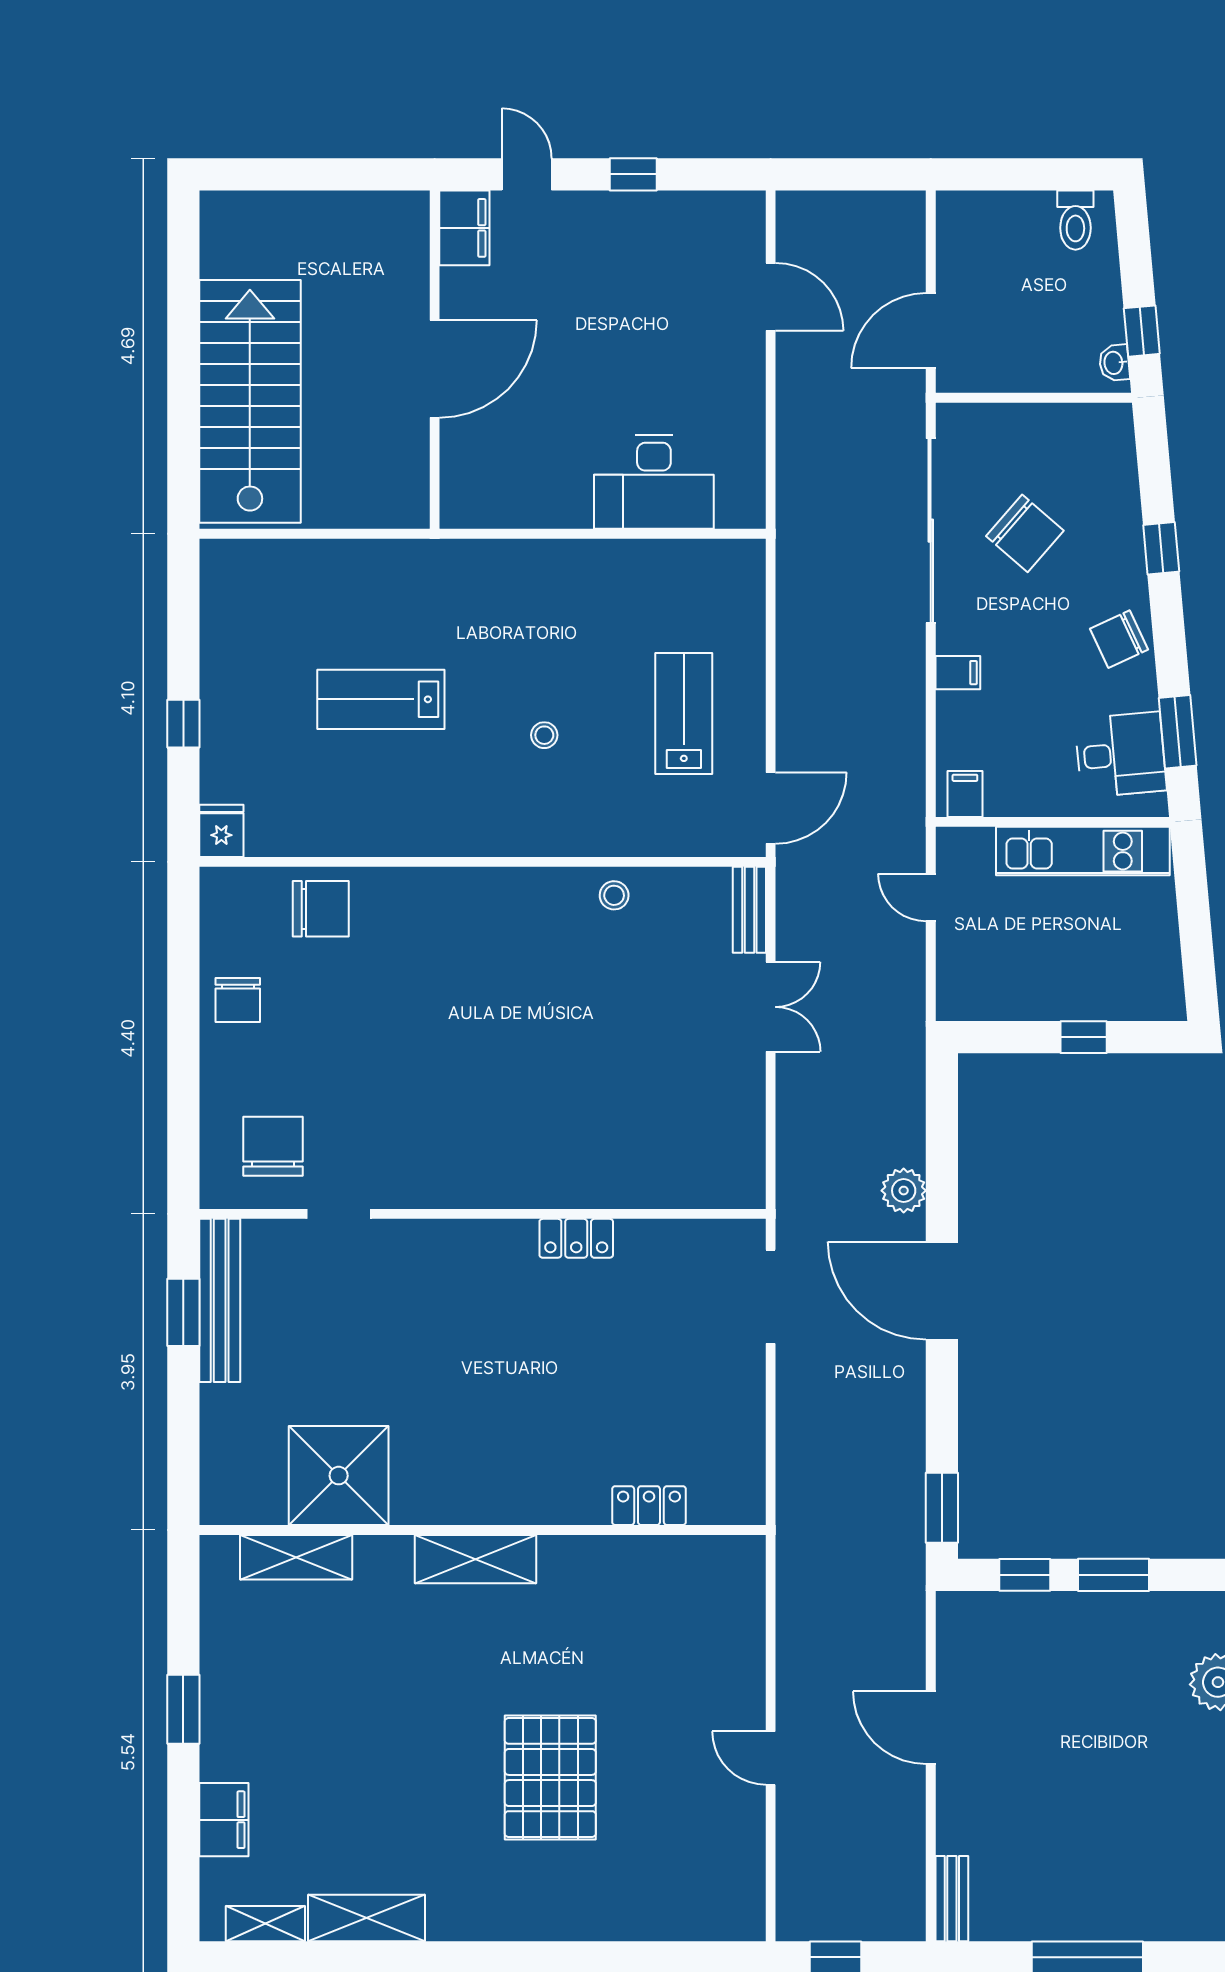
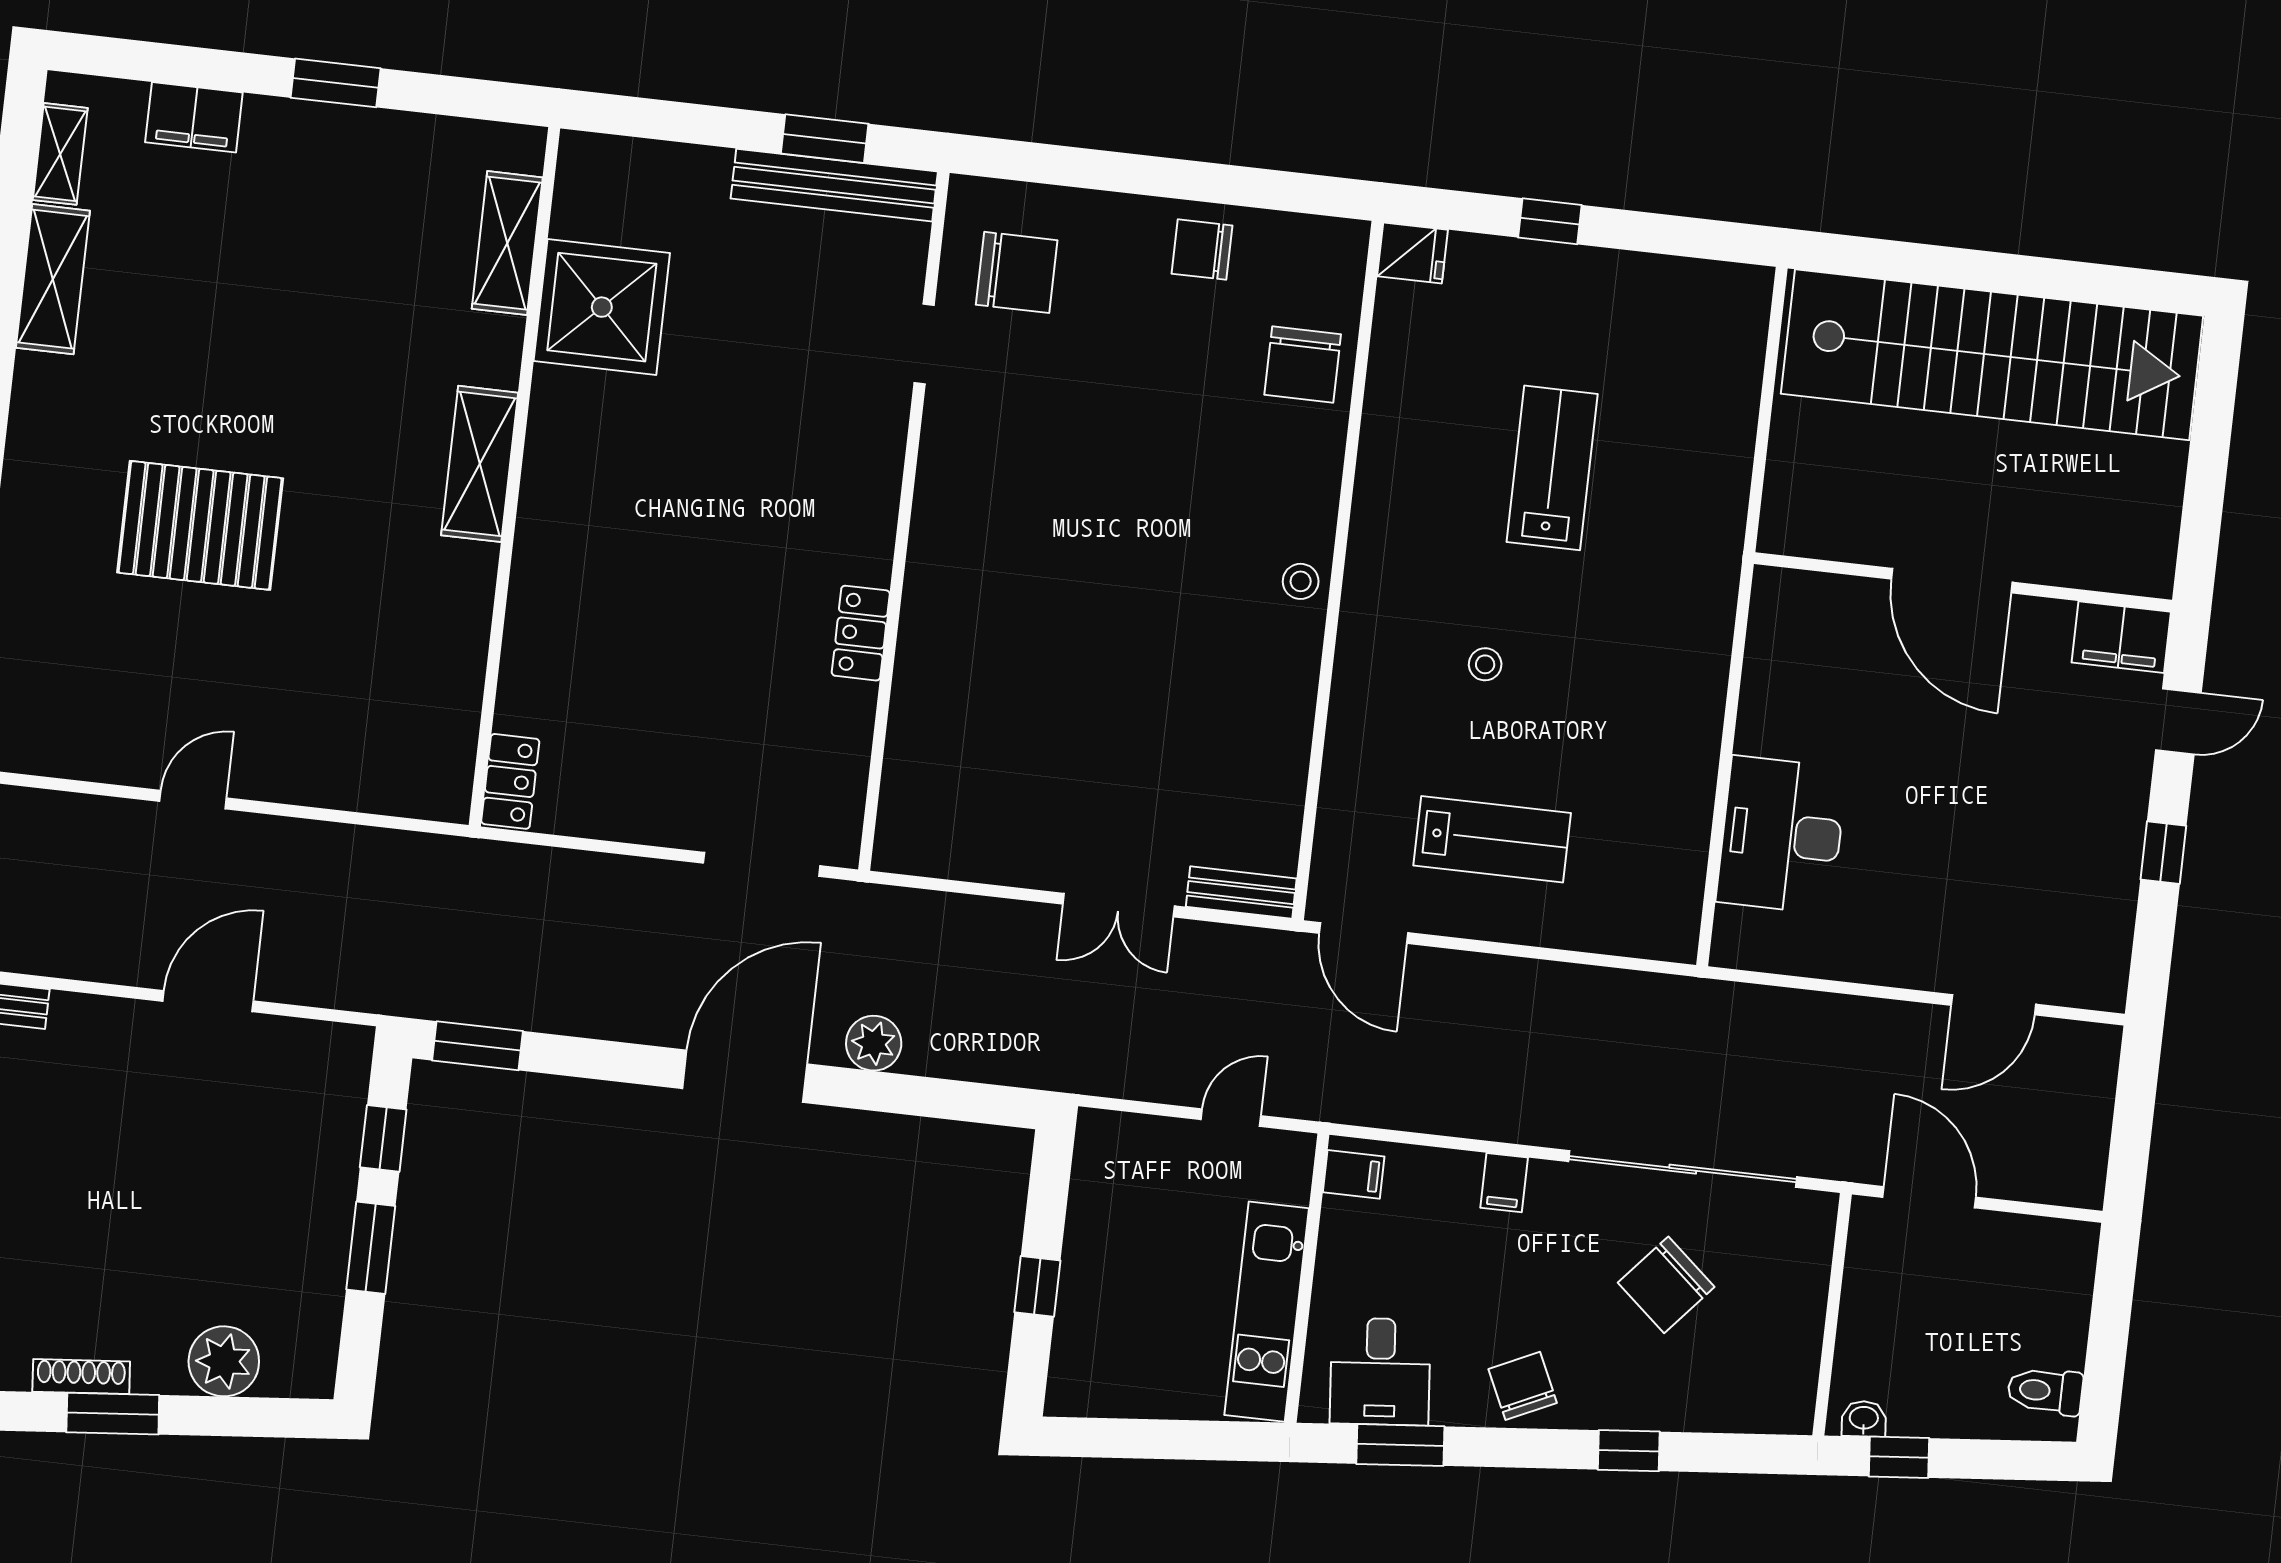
stairs: (250, 401) -> (1992, 355), width x1.36
stool: (614, 895) -> (1301, 581), moved
locker: (649, 1506) -> (510, 781), moved

